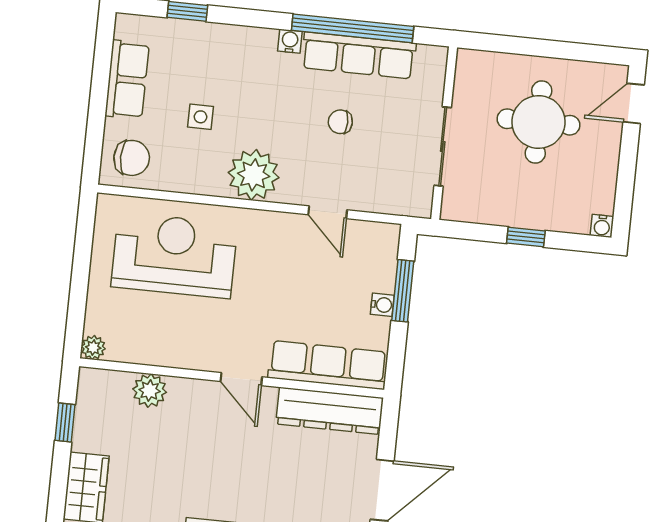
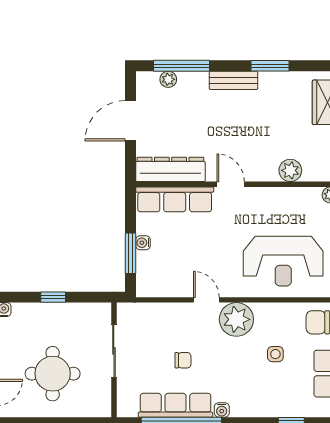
door: (328, 212) -> (206, 300), moved

